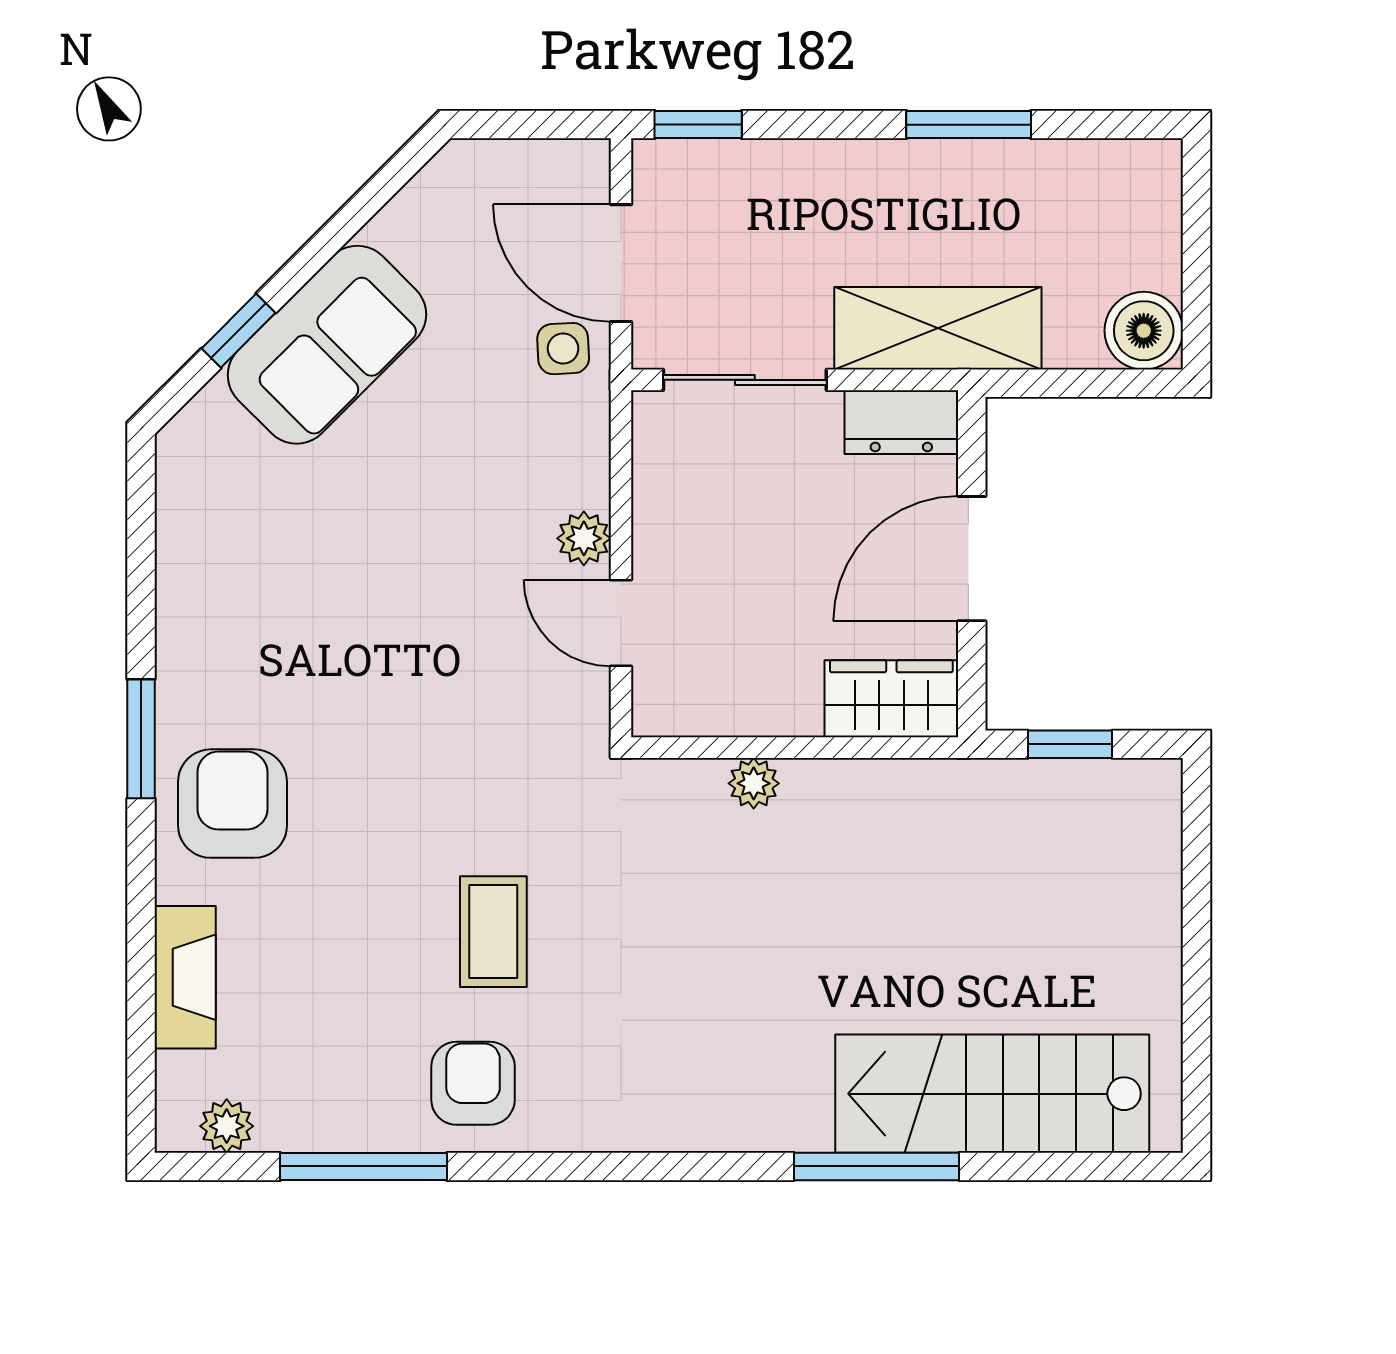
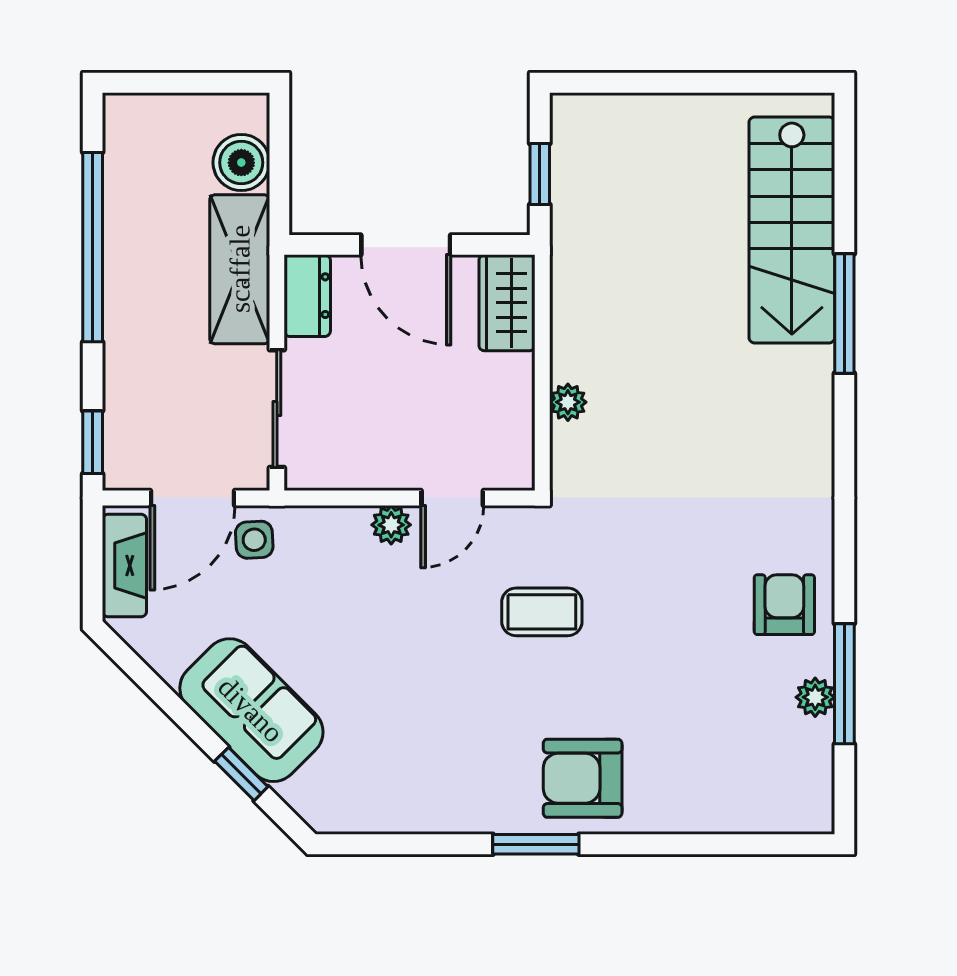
window: (969, 125) -> (93, 247), width x2.11
boiler: (1144, 331) -> (241, 163), moved
coffee table: (493, 932) -> (542, 612), moved
fireplace: (185, 977) -> (124, 565), moved, turned 90
armchair: (473, 1083) -> (784, 605), turned 90
plant: (227, 1126) -> (815, 697), moved

